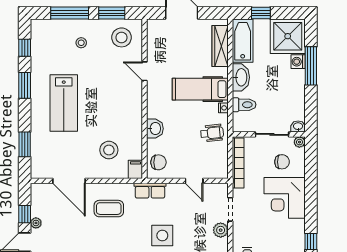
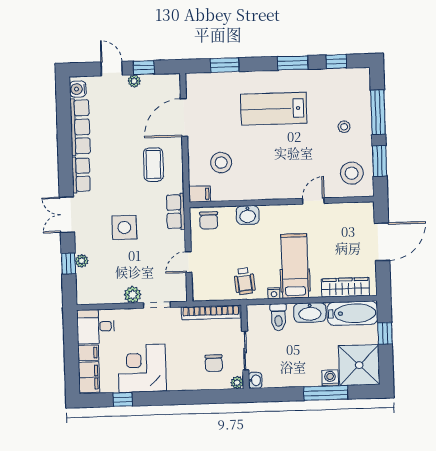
corner desk: (285, 198) -> (142, 368), moved

